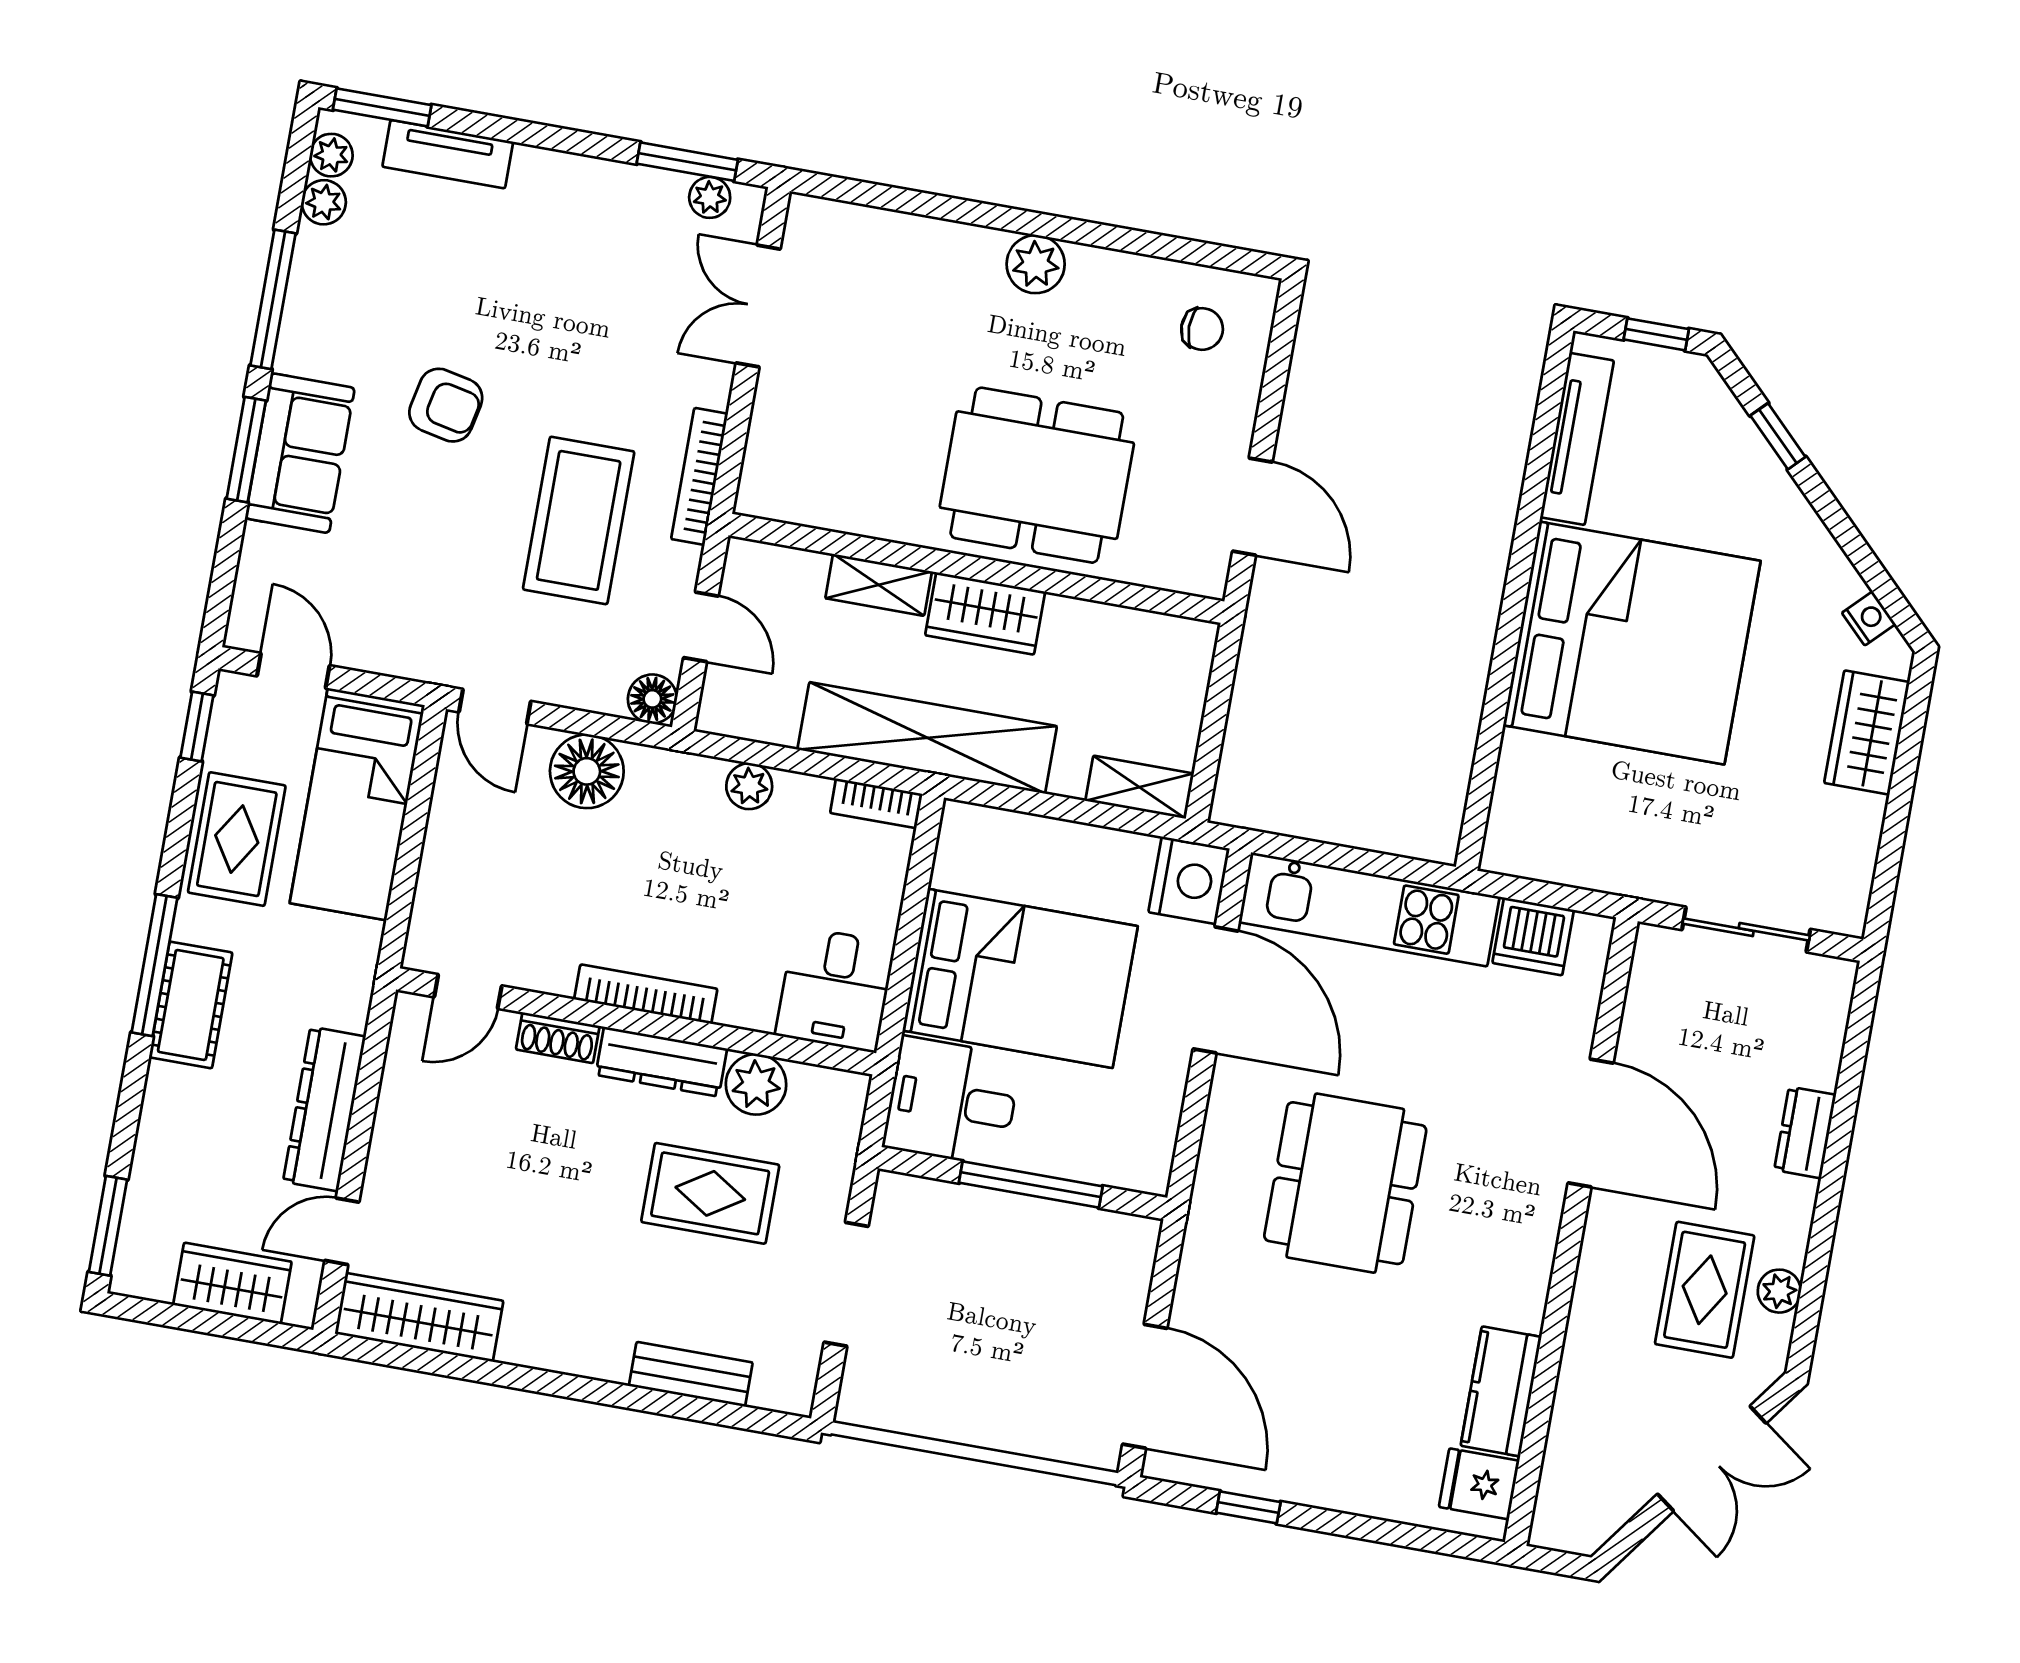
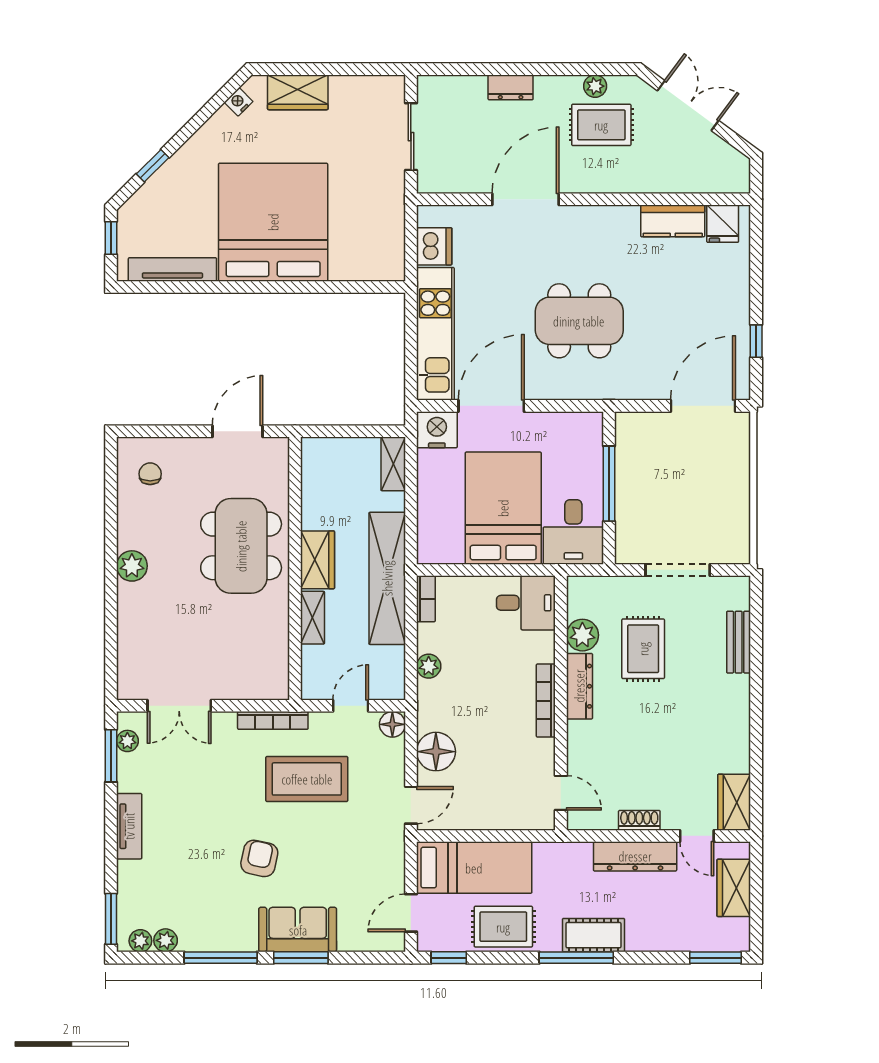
tv unit: (448, 154) -> (129, 826), moved
shoe rack: (558, 1038) -> (639, 820), moved, turned -90
wardrobe: (419, 1317) -> (734, 802), width x0.67

